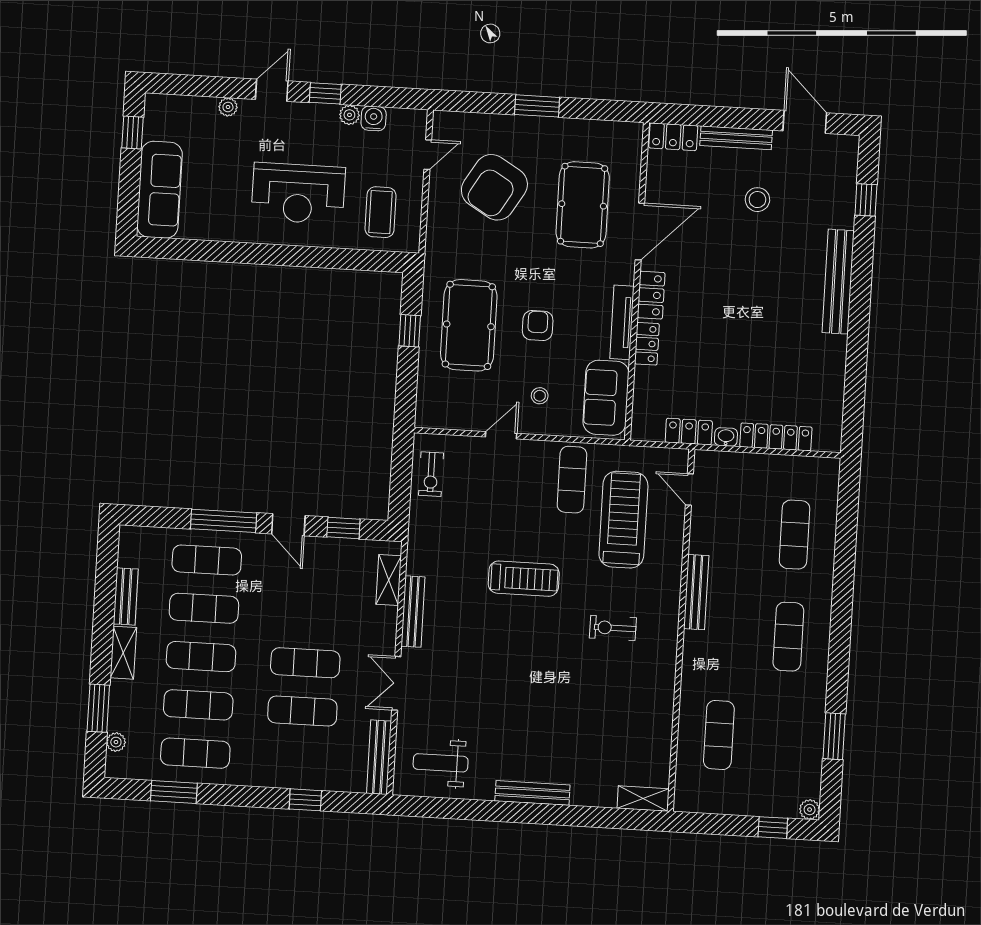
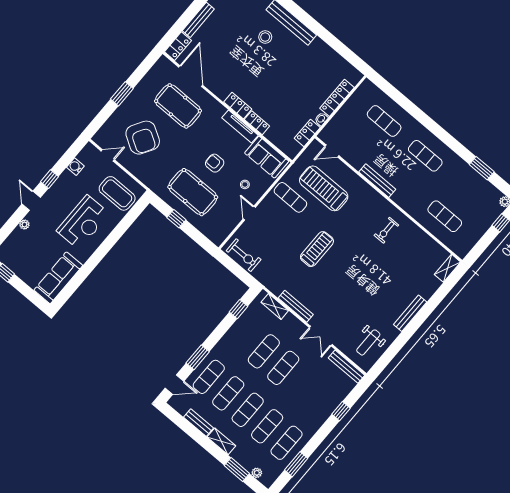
plant: (349, 115) -> (66, 176), removed
door: (428, 155) -> (108, 155), hinge flipped
sofa: (160, 190) -> (58, 278), moved, turned -90
stool: (757, 200) -> (265, 37), moved
coffee table: (381, 212) -> (117, 193), width x1.36, depth x1.32
door: (640, 232) -> (191, 76), moved
exercise bike: (431, 474) -> (244, 255), width x1.38, depth x1.39
window: (224, 521) -> (198, 357), width x0.69
door: (288, 525) -> (175, 385), moved
exercise bike: (613, 628) -> (386, 230), moved
exercise mat: (302, 711) -> (264, 351), moved

